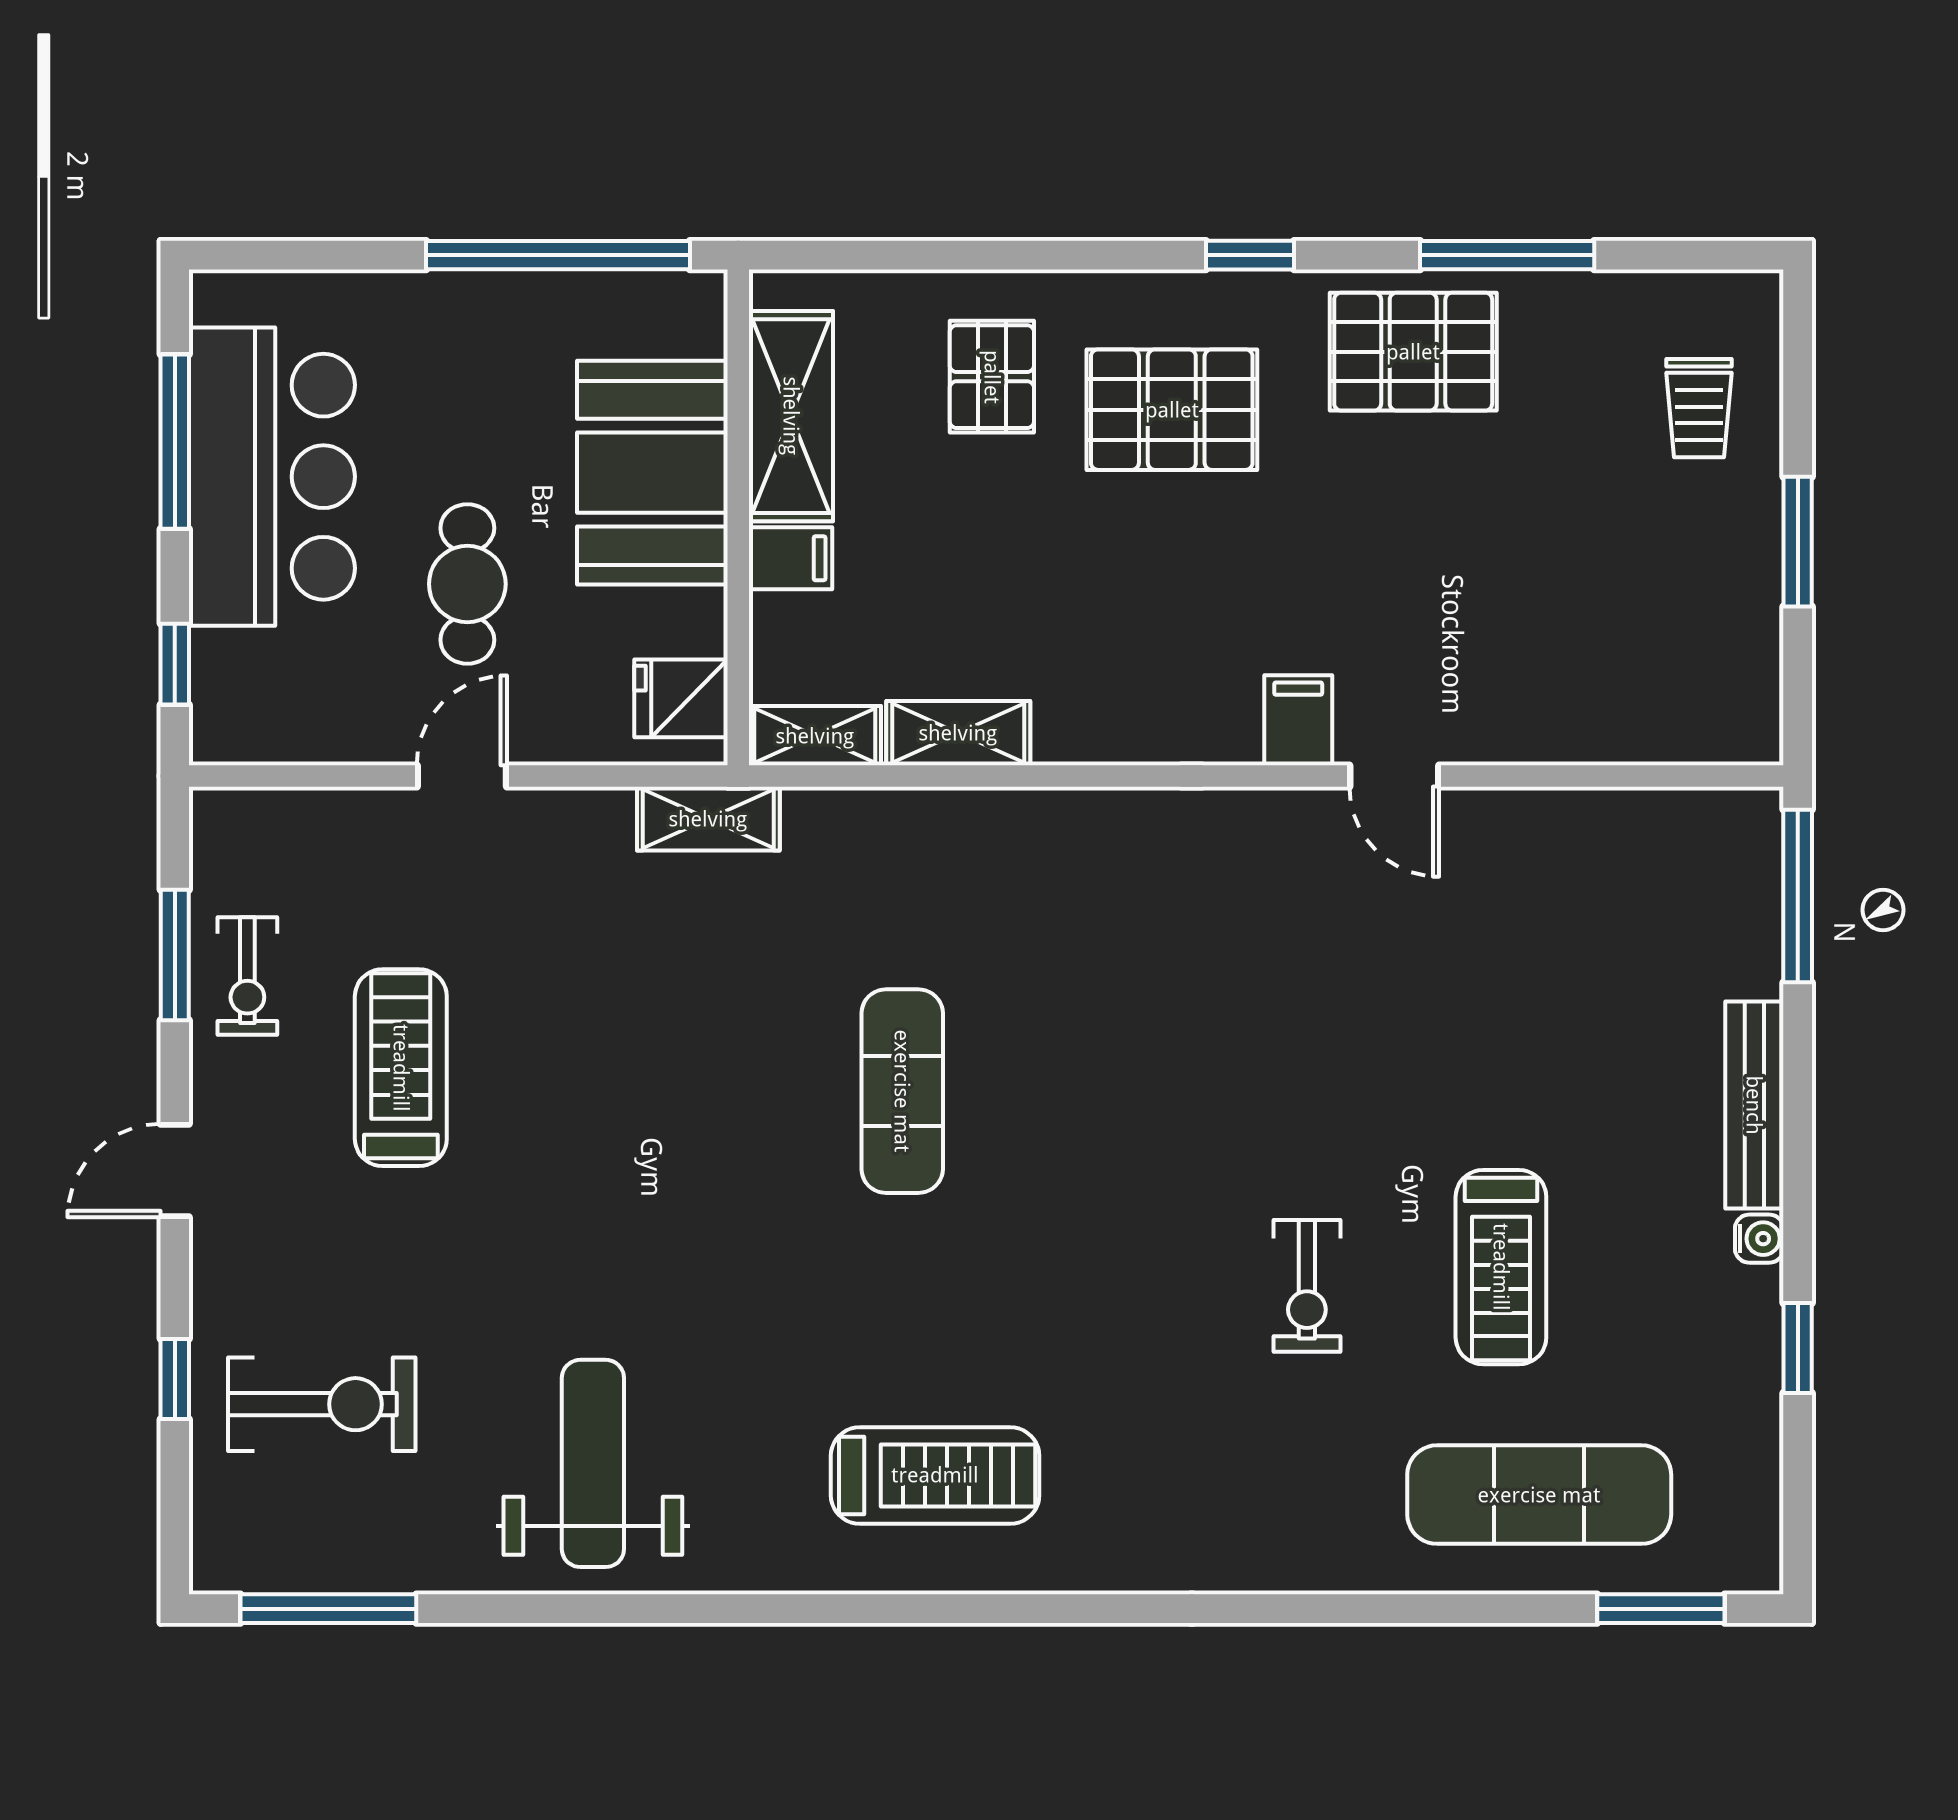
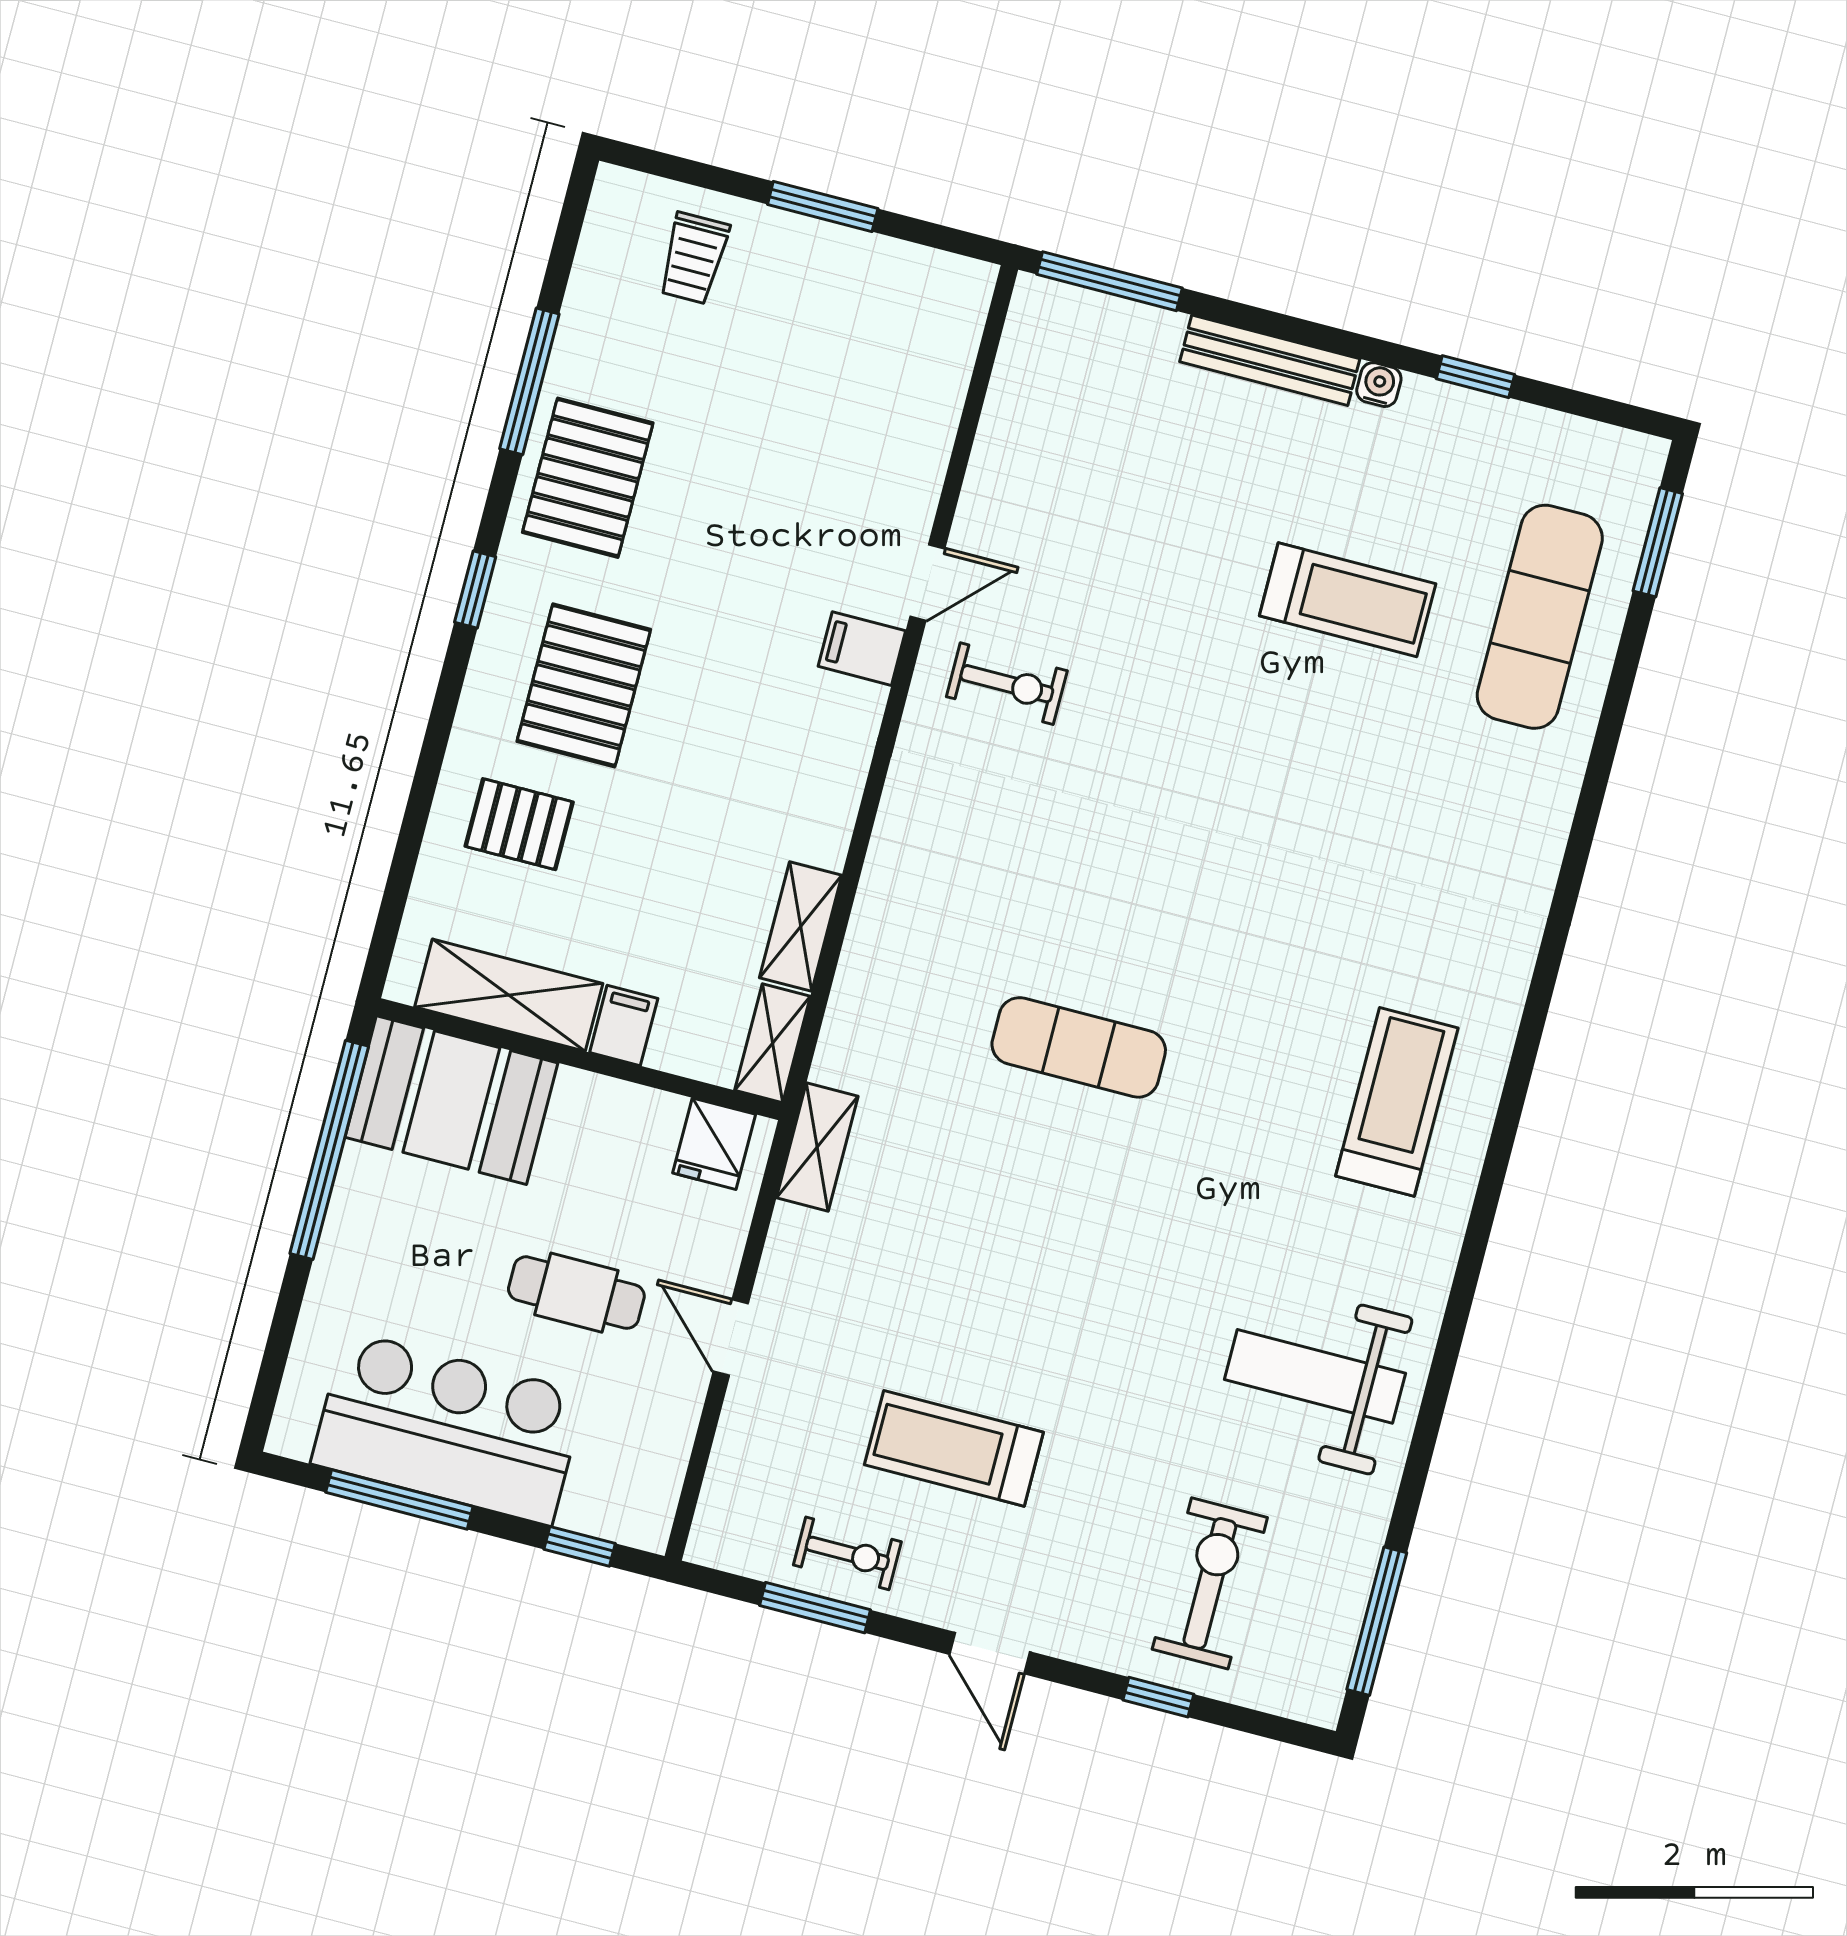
trolley: (1699, 408) -> (694, 258), turned 90
booth: (652, 473) -> (451, 1100), moved
exercise bike: (1307, 1286) -> (1007, 684), moved

